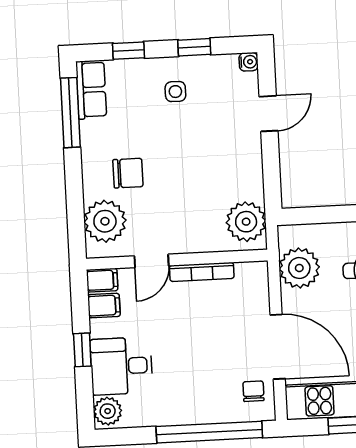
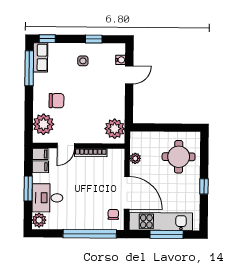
window: (129, 51) -> (47, 39), moved
water cooler: (249, 62) -> (121, 60), moved
plant: (299, 268) -> (135, 158), width x0.53, depth x0.53
window: (82, 350) -> (28, 188), width x1.50

